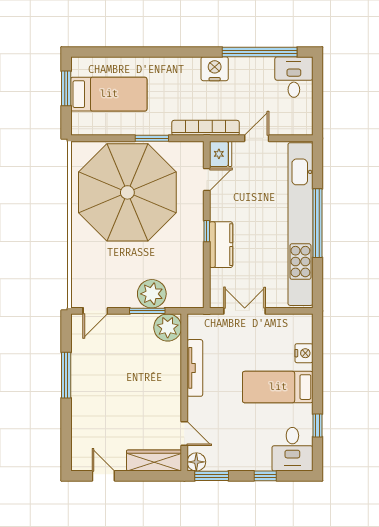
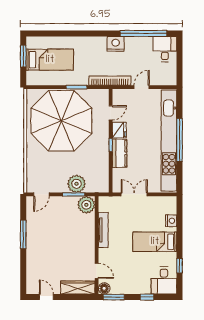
fridge: (221, 154) -> (119, 130), moved

